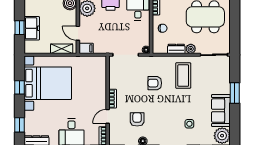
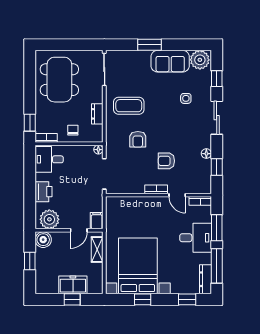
plant: (191, 49) -> (97, 97), removed
armchair: (137, 119) -> (166, 161), moved

